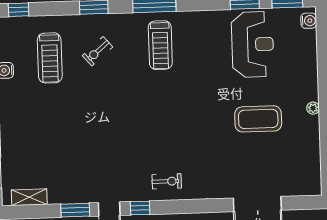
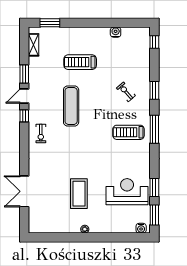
reception desk: (253, 44) -> (127, 192), turned 180
treadmill: (50, 58) -> (80, 62), moved
exercise mat: (122, 136) -> (71, 106), added

